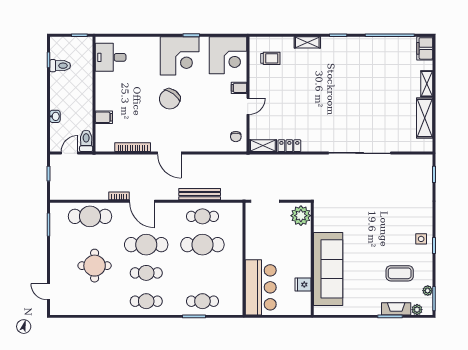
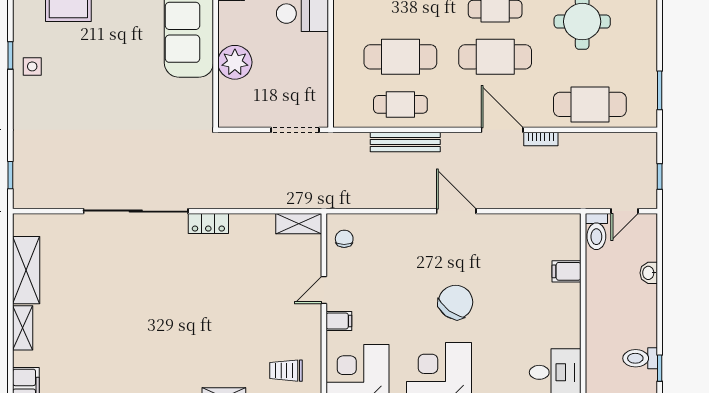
locker: (289, 146) -> (208, 224), moved
bookcase: (133, 147) -> (518, 221), removed
plant: (301, 216) -> (235, 62), moved

